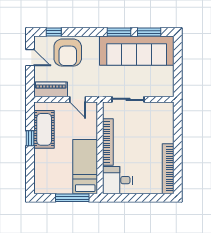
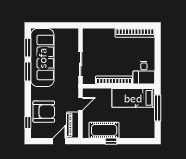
door: (30, 58) -> (59, 141), moved

